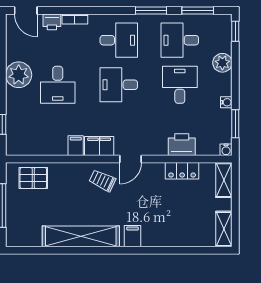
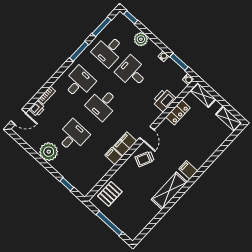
desk: (58, 85) -> (73, 136), turned -90
shelving: (81, 236) -> (169, 191), width x0.68

